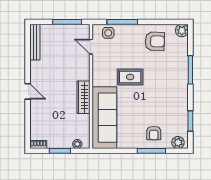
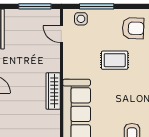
rug: (130, 77) -> (115, 60), moved

